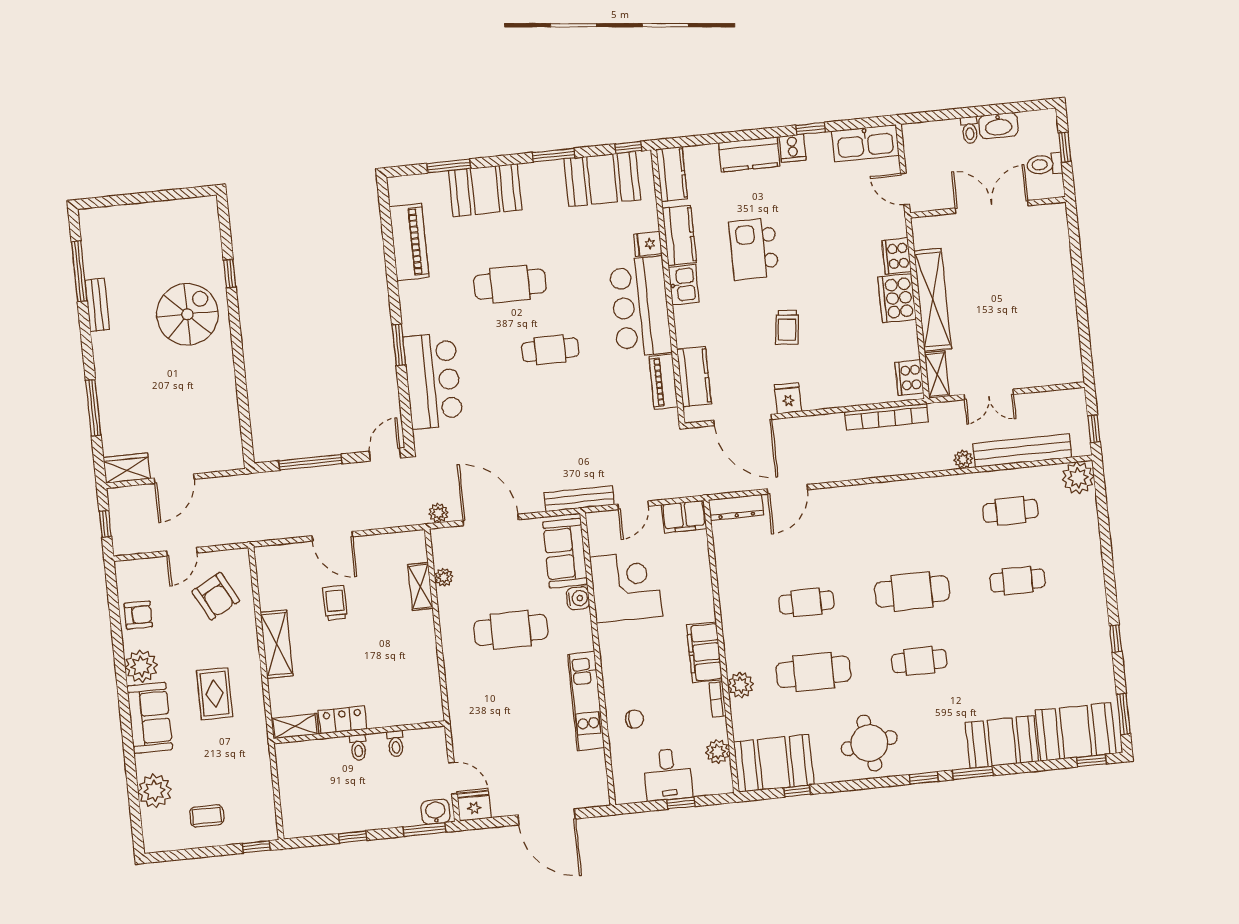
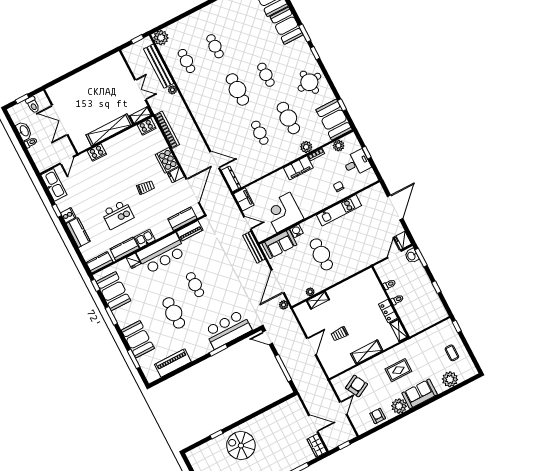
cooker: (897, 298) -> (167, 160), moved, turned 90
door: (182, 552) -> (343, 408), hinge flipped

